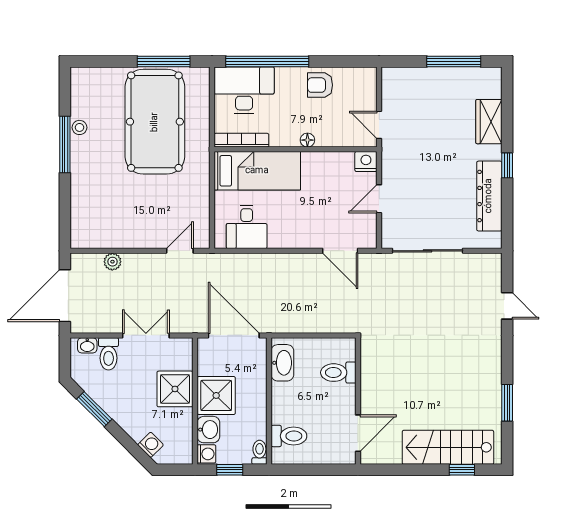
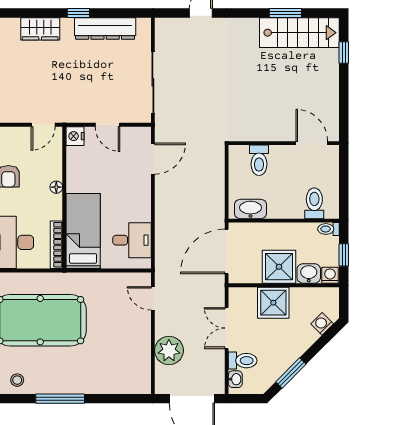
stool: (79, 127) -> (17, 380), moved
plant: (112, 262) -> (169, 350), width x1.87, depth x1.87
stairs: (448, 447) -> (299, 33), moved, turned -90

